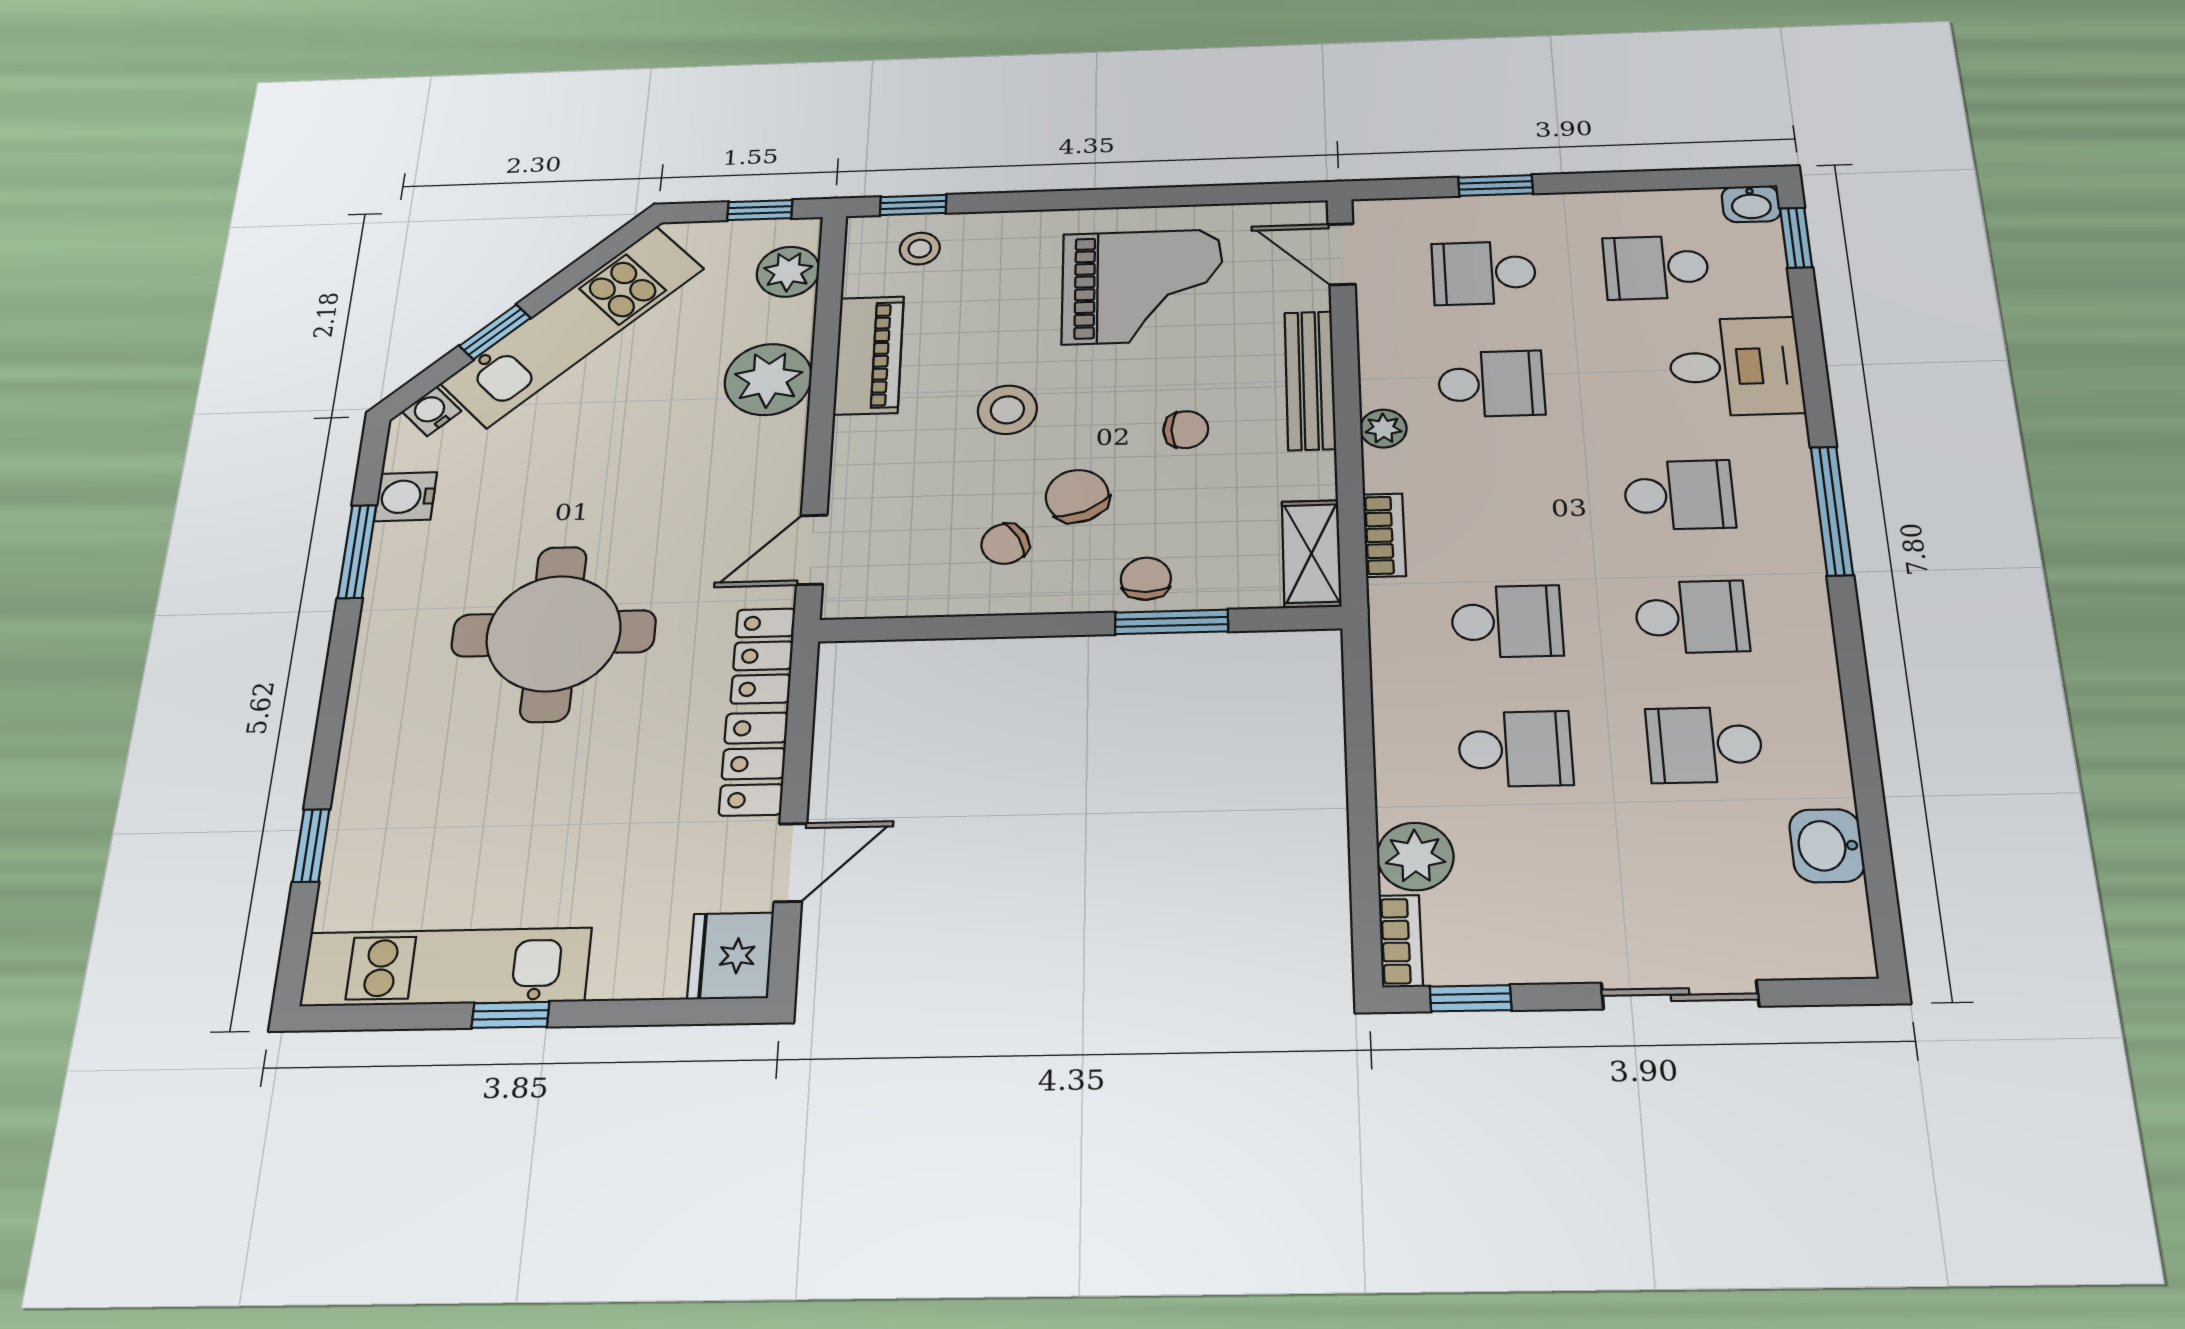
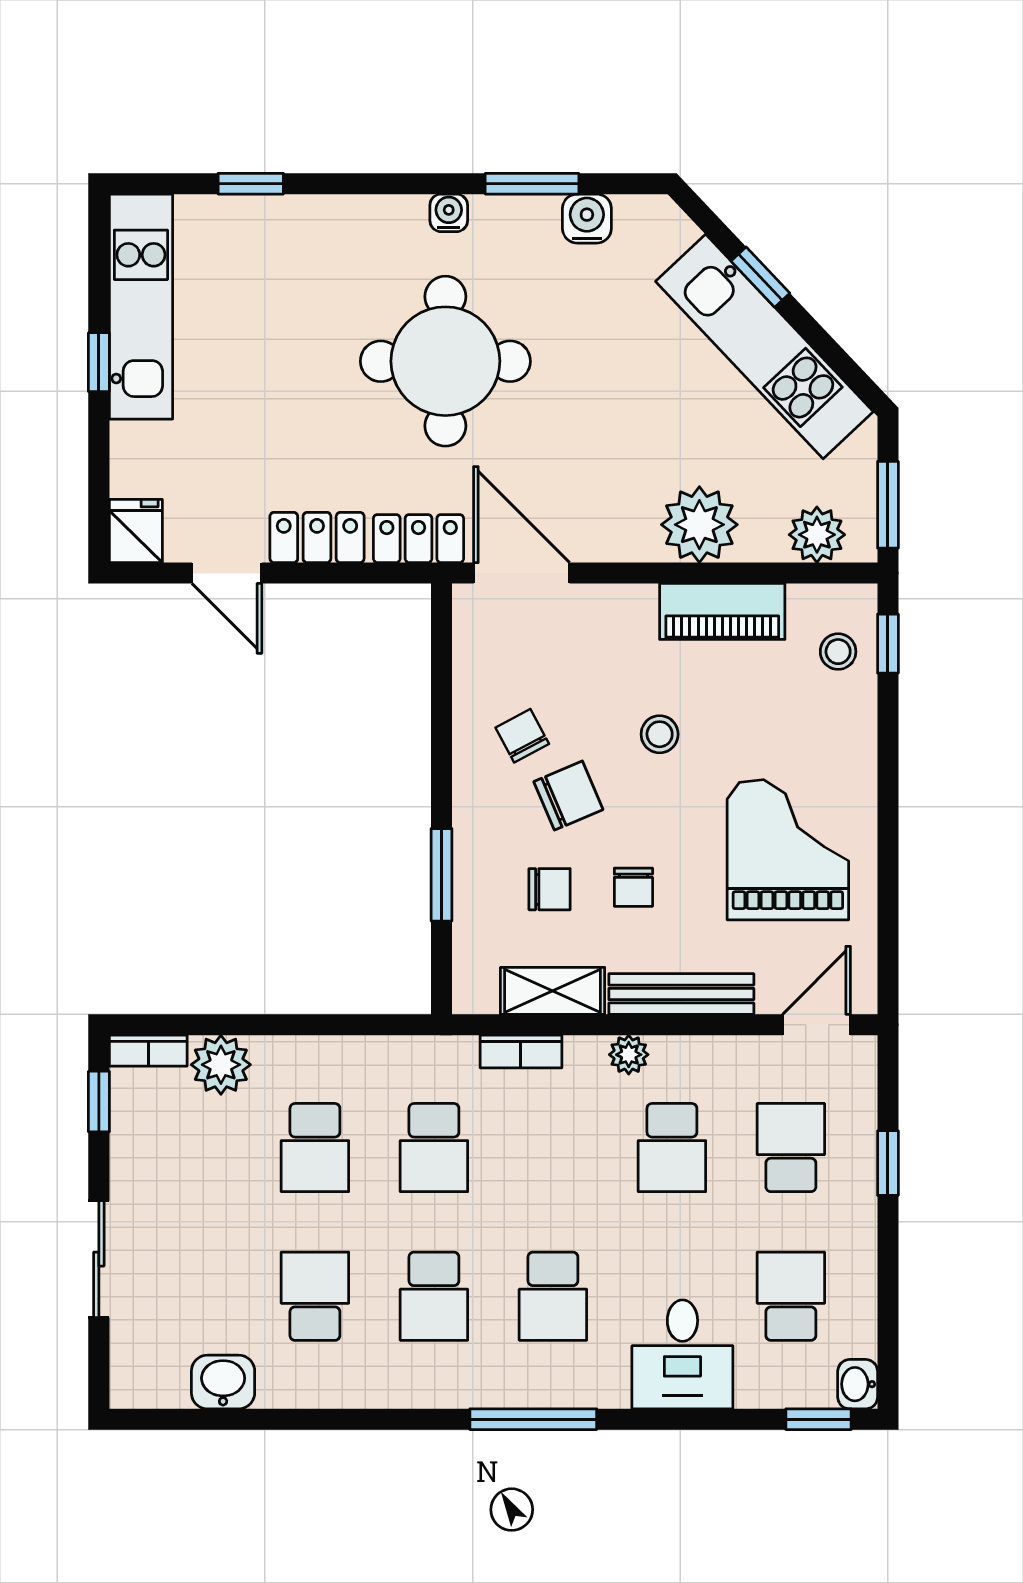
window: (760, 210) -> (888, 505), width x1.50
grand piano: (1142, 287) -> (788, 850), turned 180
stool: (1007, 410) -> (660, 734), width x0.73, depth x0.73
water cooler: (432, 411) -> (449, 213), moved, turned -47
door: (812, 550) -> (522, 573), width x1.37
shelving: (1311, 553) -> (553, 991), moved
chair: (1146, 579) -> (550, 889), moved
fridge: (731, 956) -> (136, 531), width x0.72

